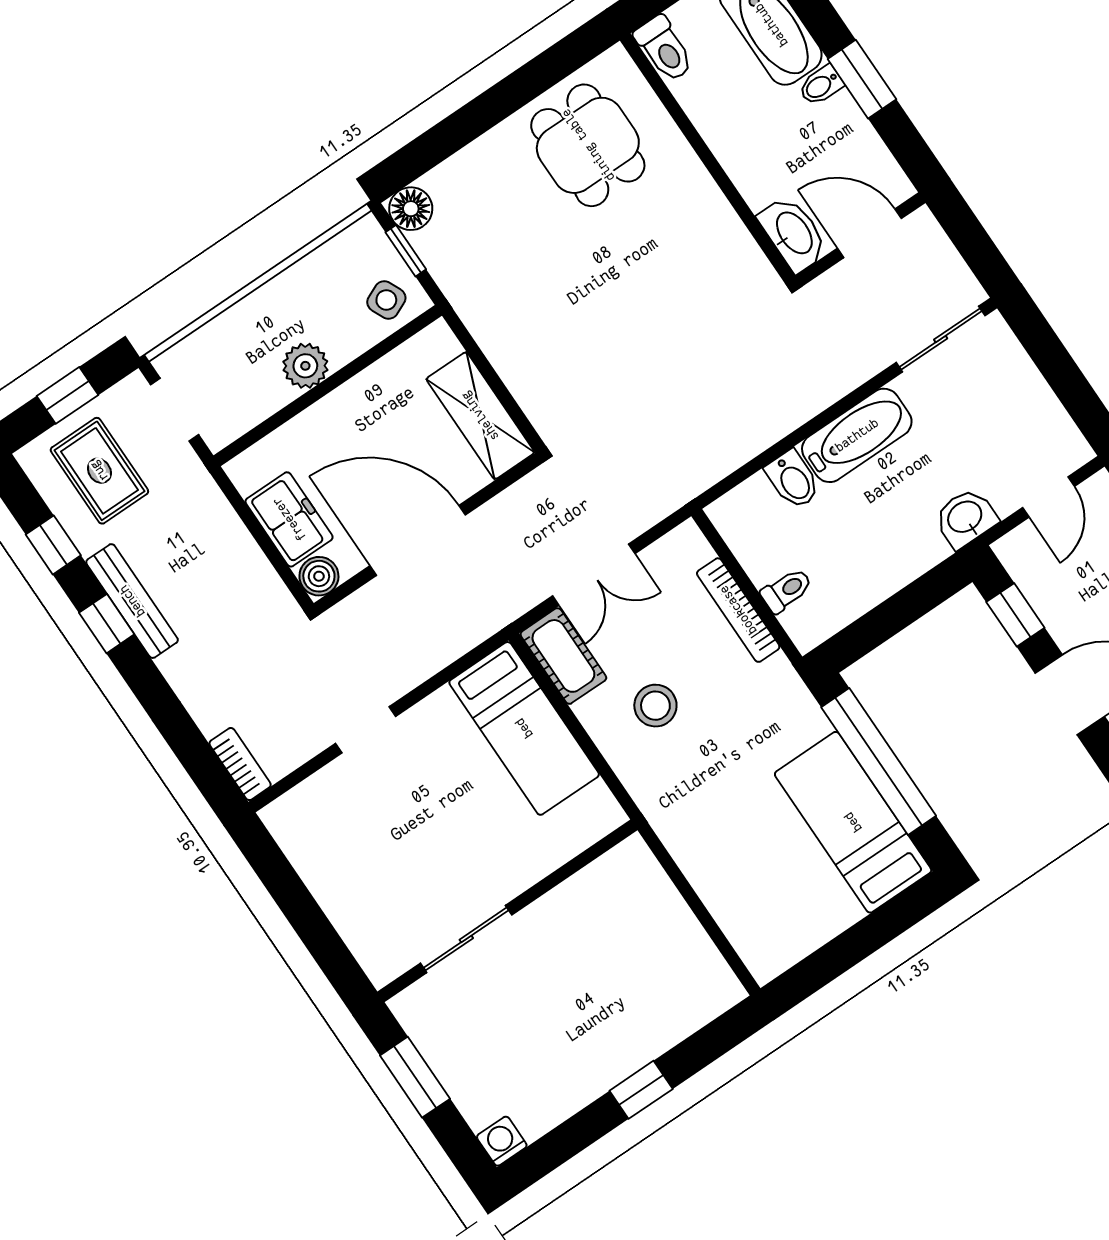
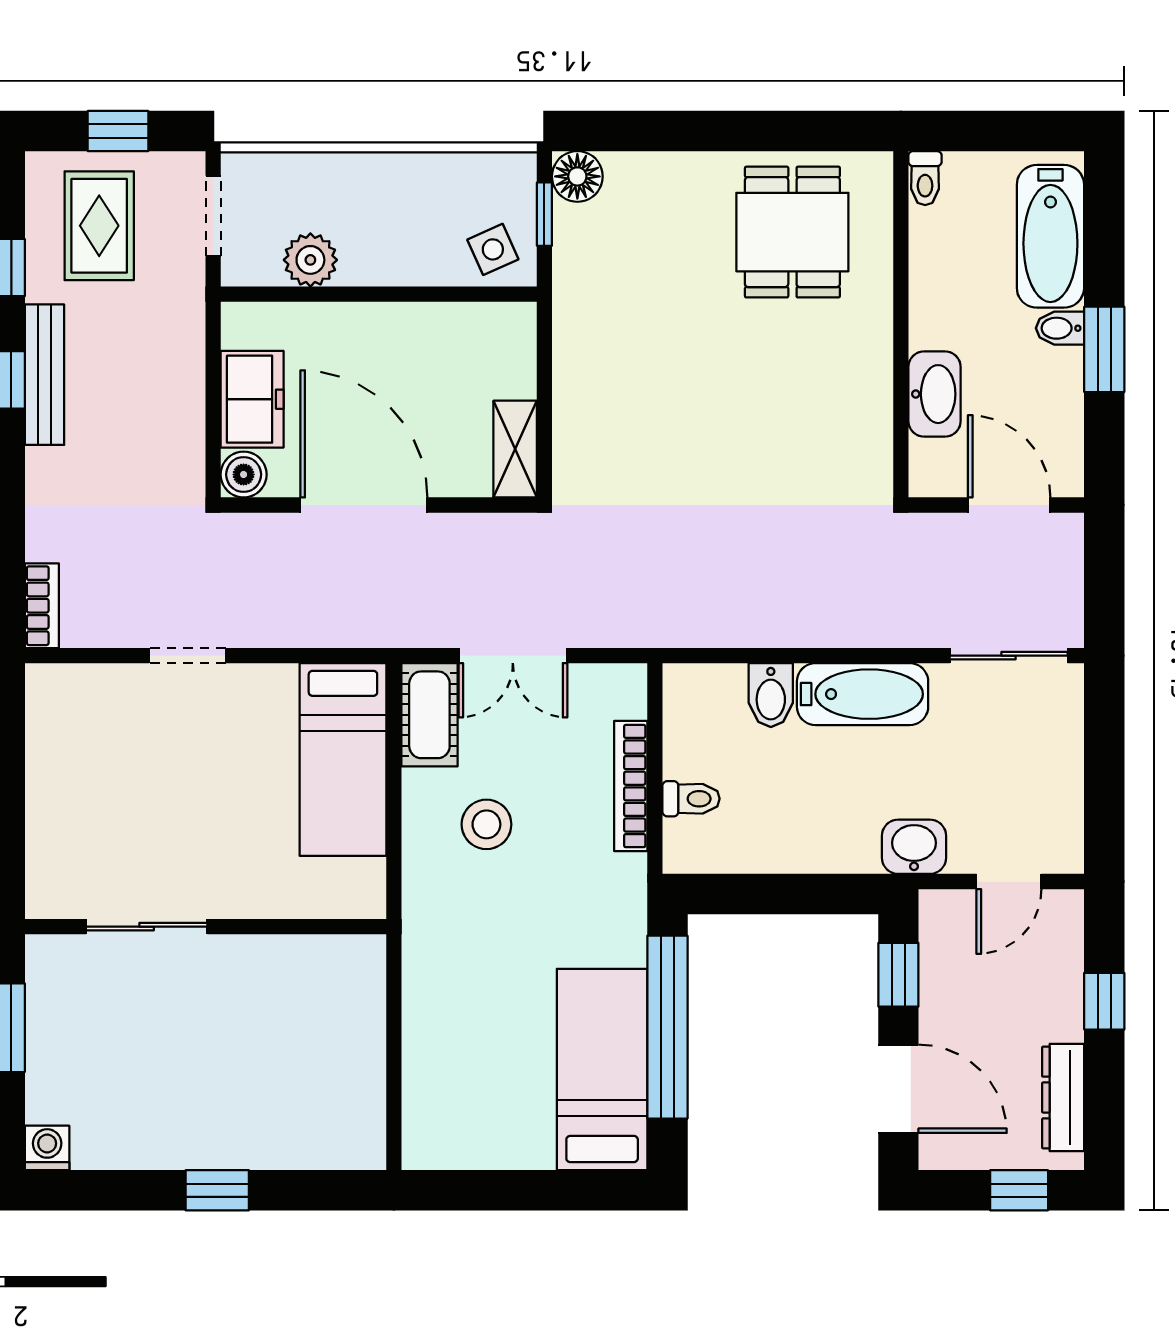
toilet: (664, 49) -> (925, 178), width x0.73, depth x0.72
washbasin: (793, 234) -> (934, 394), moved
plant: (305, 366) -> (310, 260), moved
shelving: (480, 416) -> (515, 449), width x0.67, depth x0.75

